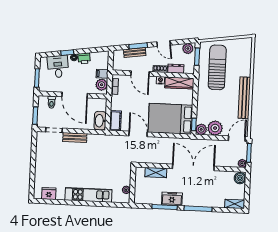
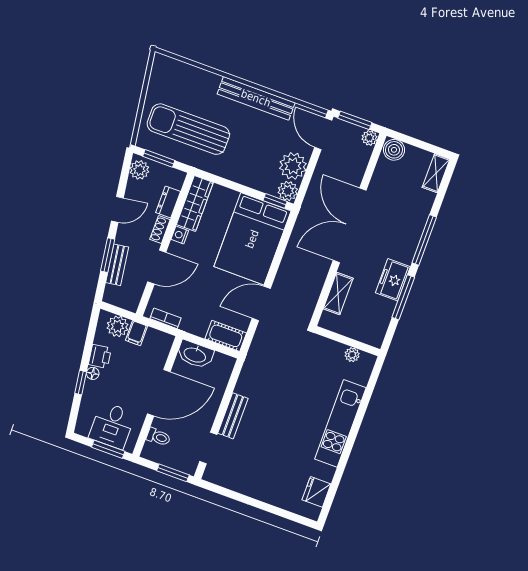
desk: (58, 67) -> (112, 425), moved, turned -82
plant: (102, 85) -> (117, 326), moved
washbasin: (100, 121) -> (195, 354), moved

